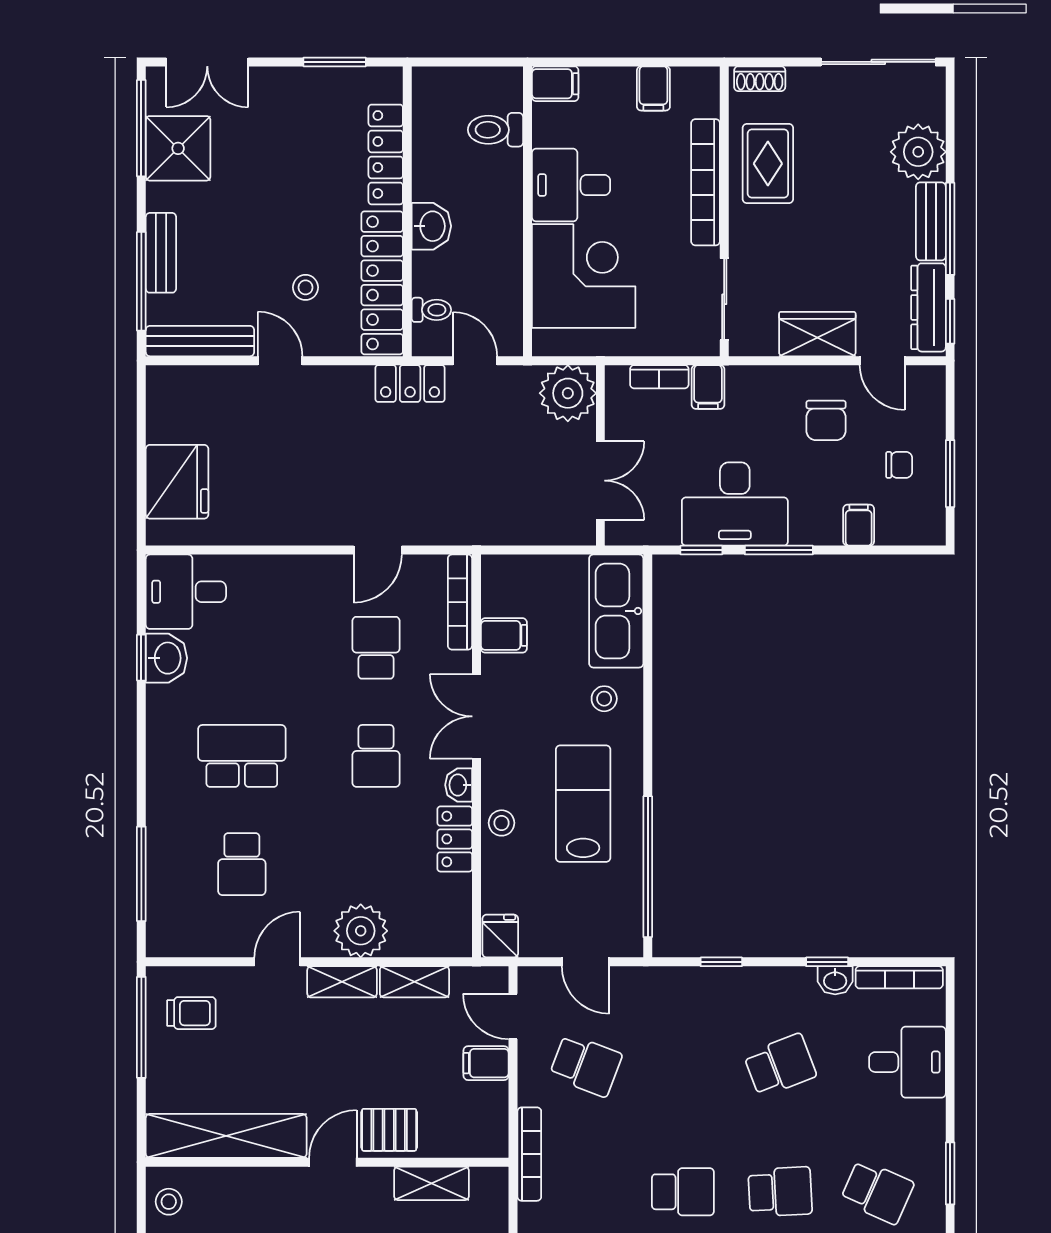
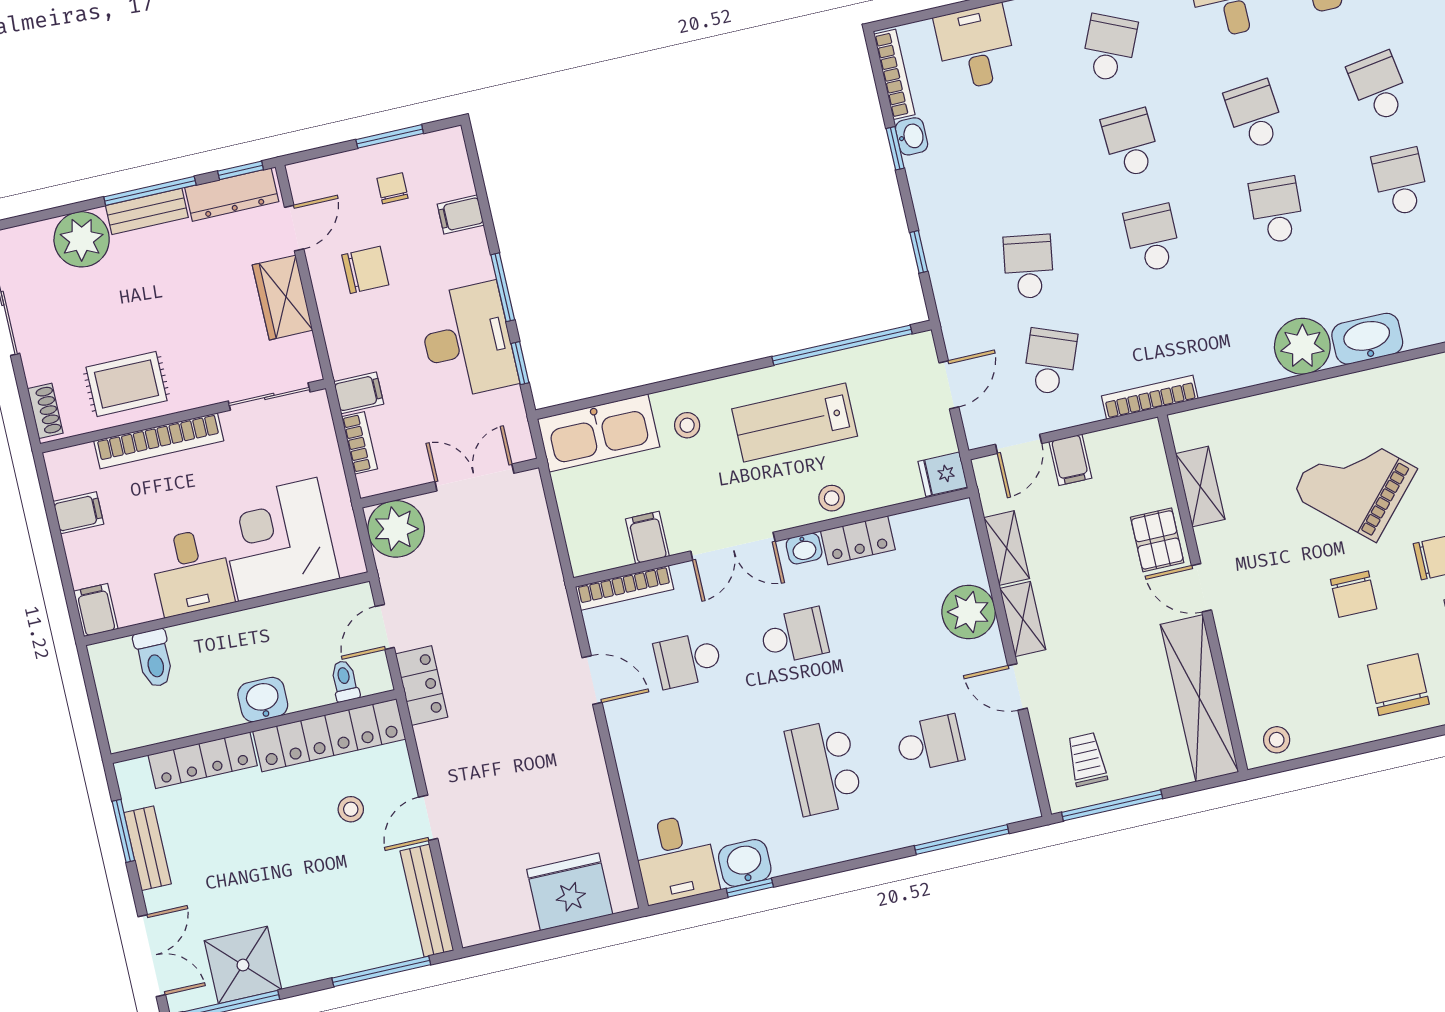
bench: (161, 253) -> (148, 848), moved, turned 90
school desk: (780, 1065) -> (1029, 266), moved, turned 30

